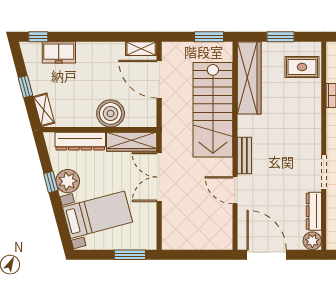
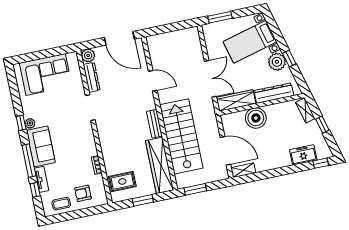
bench: (244, 156) -> (154, 124), moved

